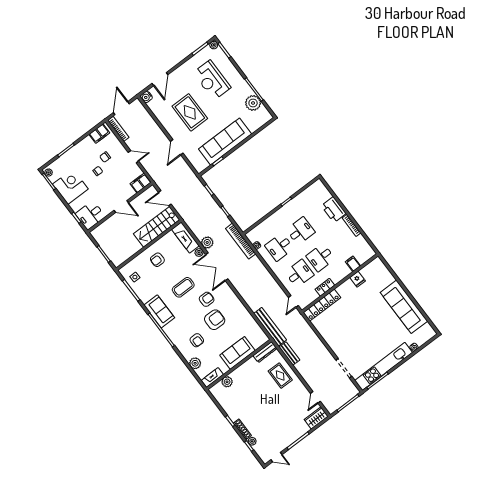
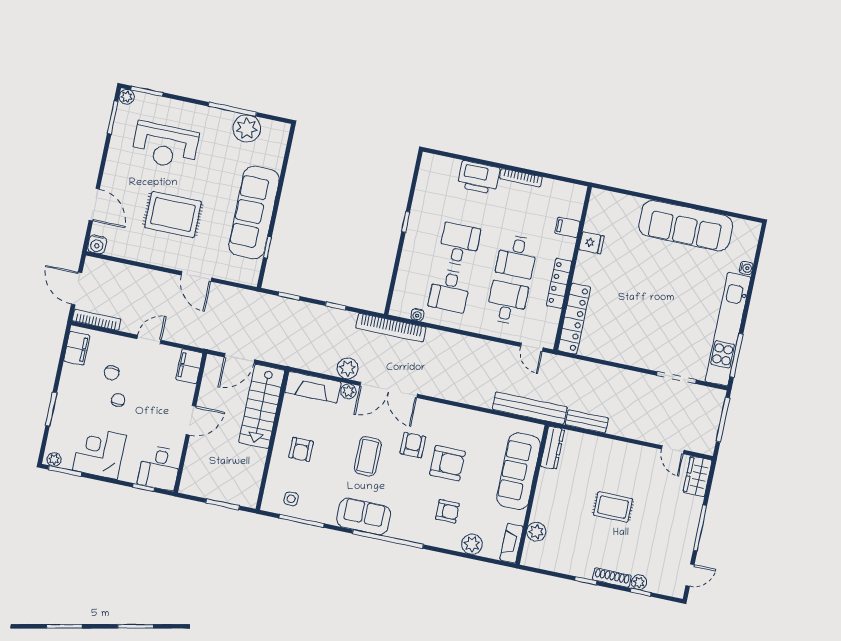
locker: (325, 287) -> (559, 283), width x1.53
armchair: (215, 320) -> (447, 463), turned 90
sofa: (237, 353) -> (519, 471), width x1.36
rug: (280, 376) -> (613, 507), moved

